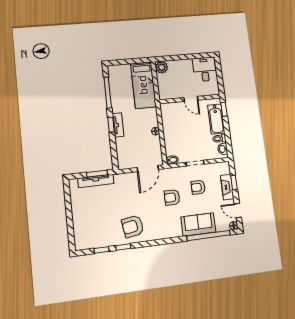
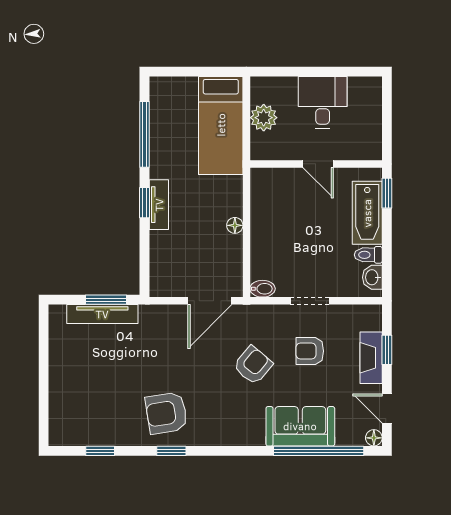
plant: (162, 67) -> (264, 118), moved
desk: (205, 69) -> (323, 102), moved
armchair: (172, 197) -> (253, 365), turned 130
window: (123, 247) -> (171, 451), moved

